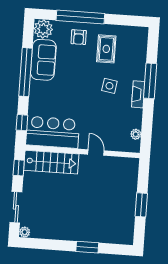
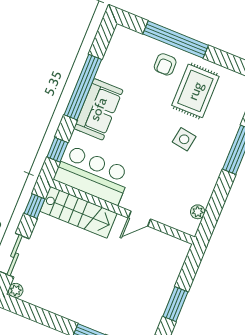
plant: (43, 29) -> (123, 39), removed
rug: (106, 49) -> (195, 91), width x1.36, depth x1.43
sofa: (43, 60) -> (98, 109), moved
fireplace: (138, 94) -> (217, 162), removed
door: (96, 152) -> (139, 219), swing flipped

